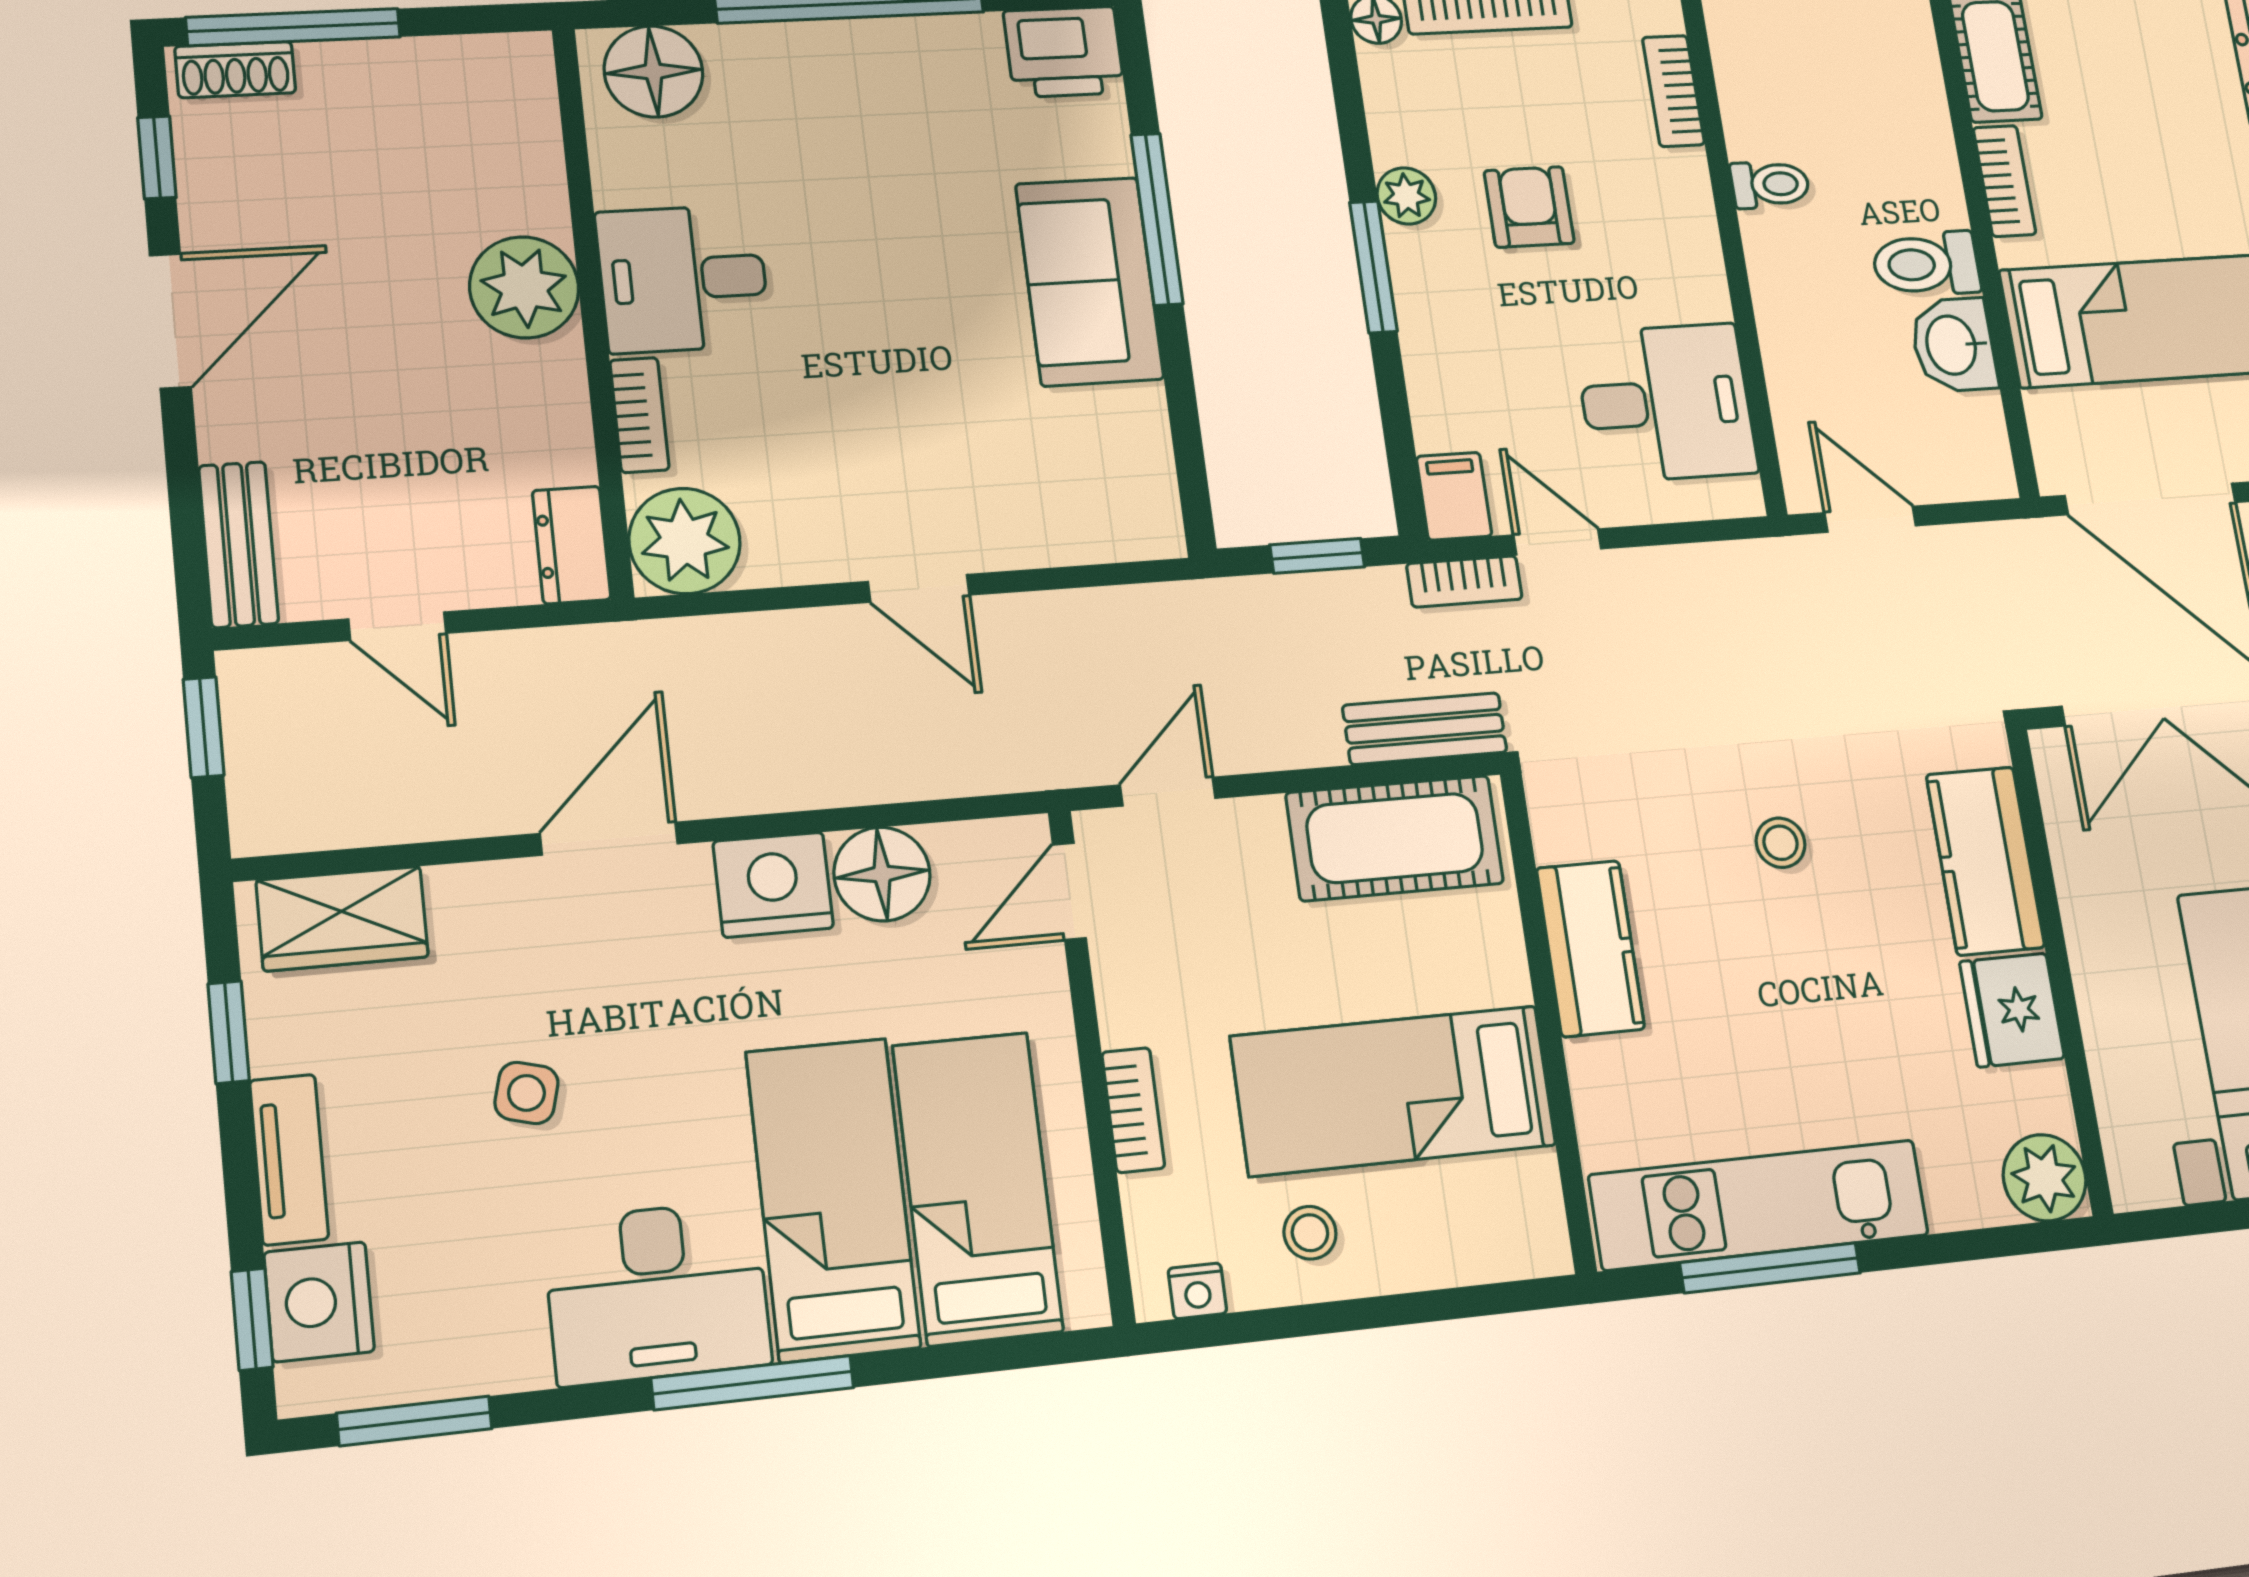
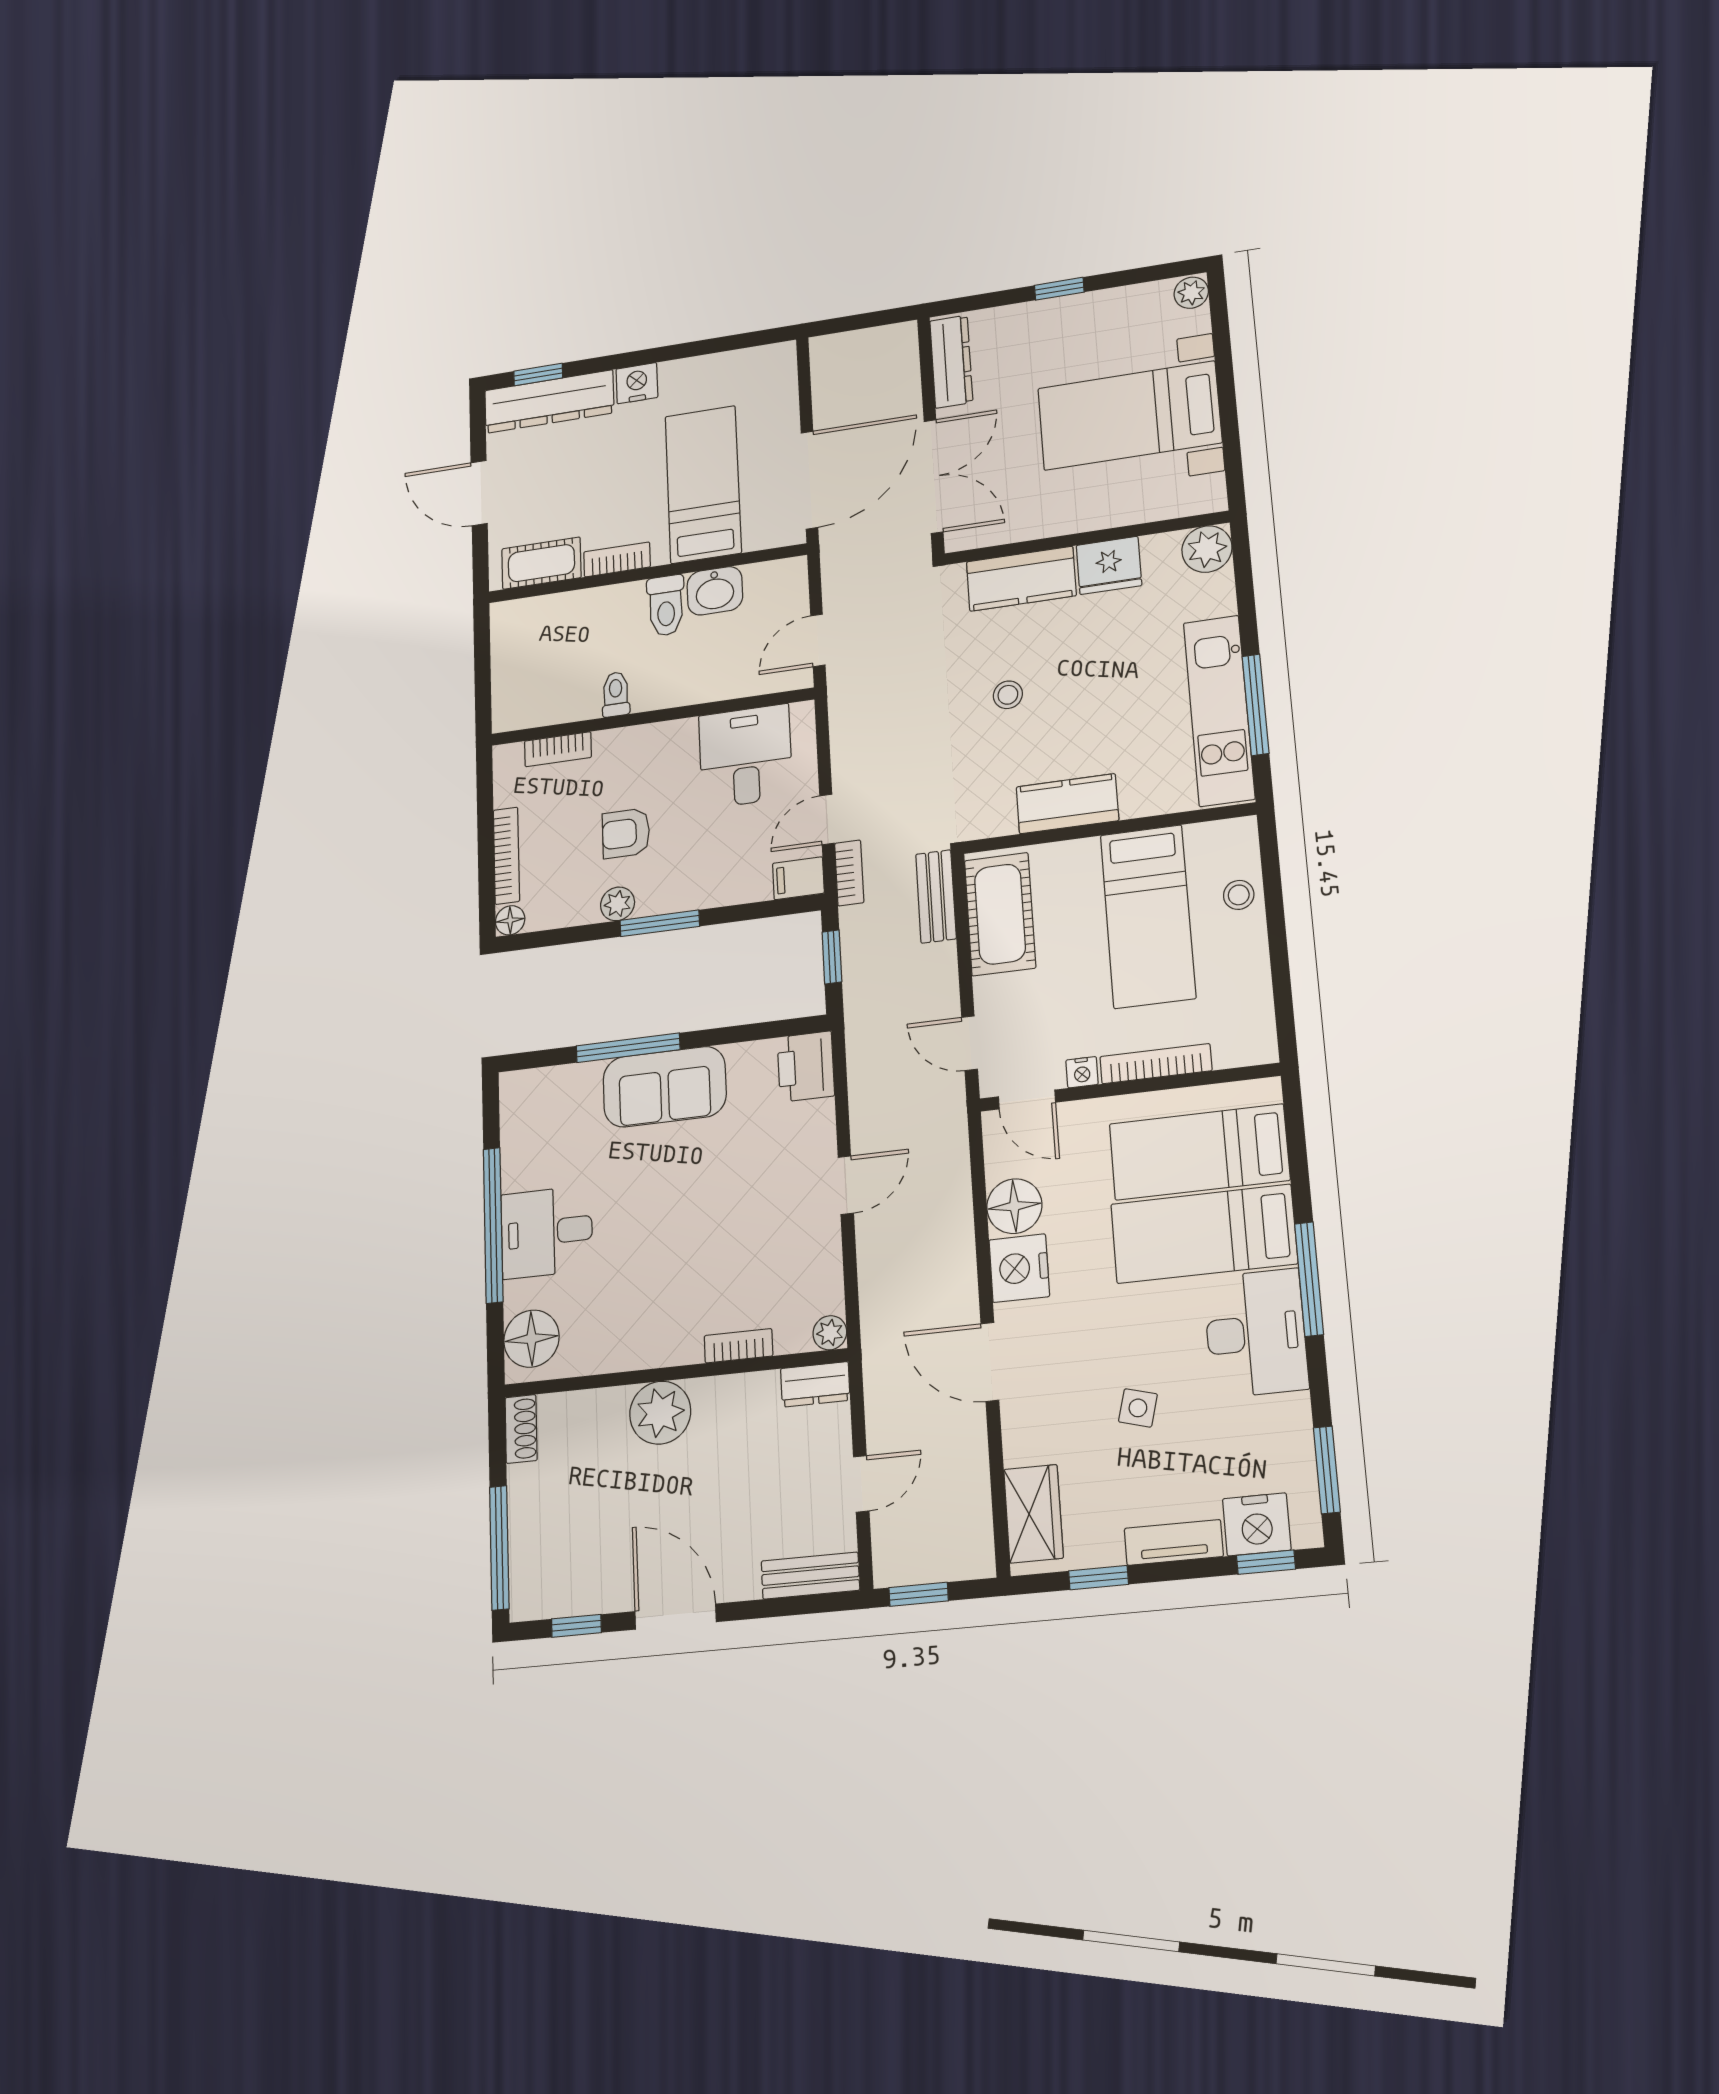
printer: (1064, 52) -> (806, 1067), moved, turned 180
shoe rack: (235, 70) -> (521, 1429), moved
desk: (683, 279) -> (547, 1232), moved, turned 90
plant: (685, 541) -> (830, 1333), width x0.53, depth x0.53
bookcase: (1133, 1110) -> (1156, 1064), width x1.56
stool: (1310, 1233) -> (1239, 895), moved
nightstand: (1197, 1291) -> (1082, 1072), moved, turned 90

